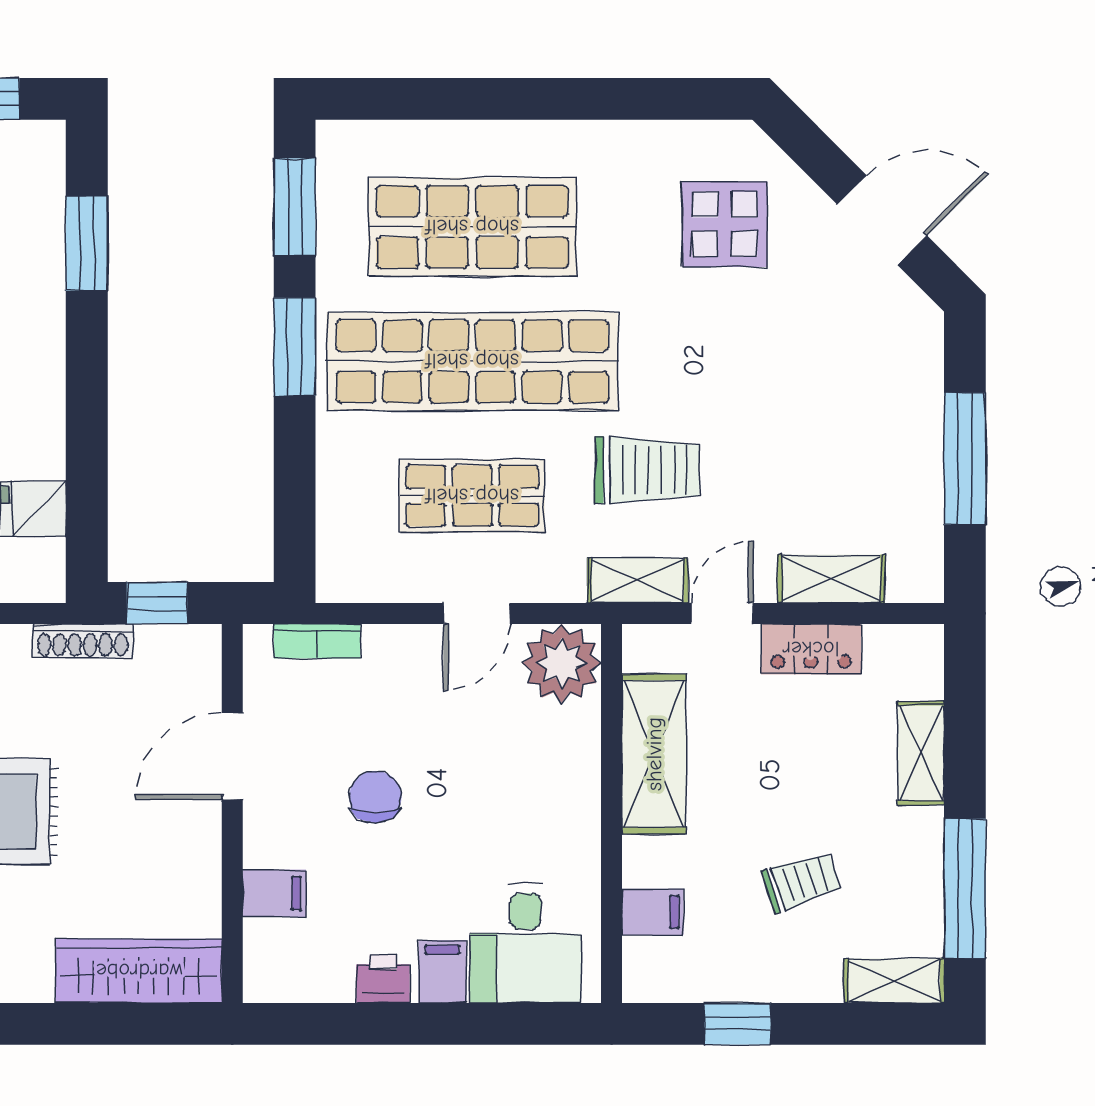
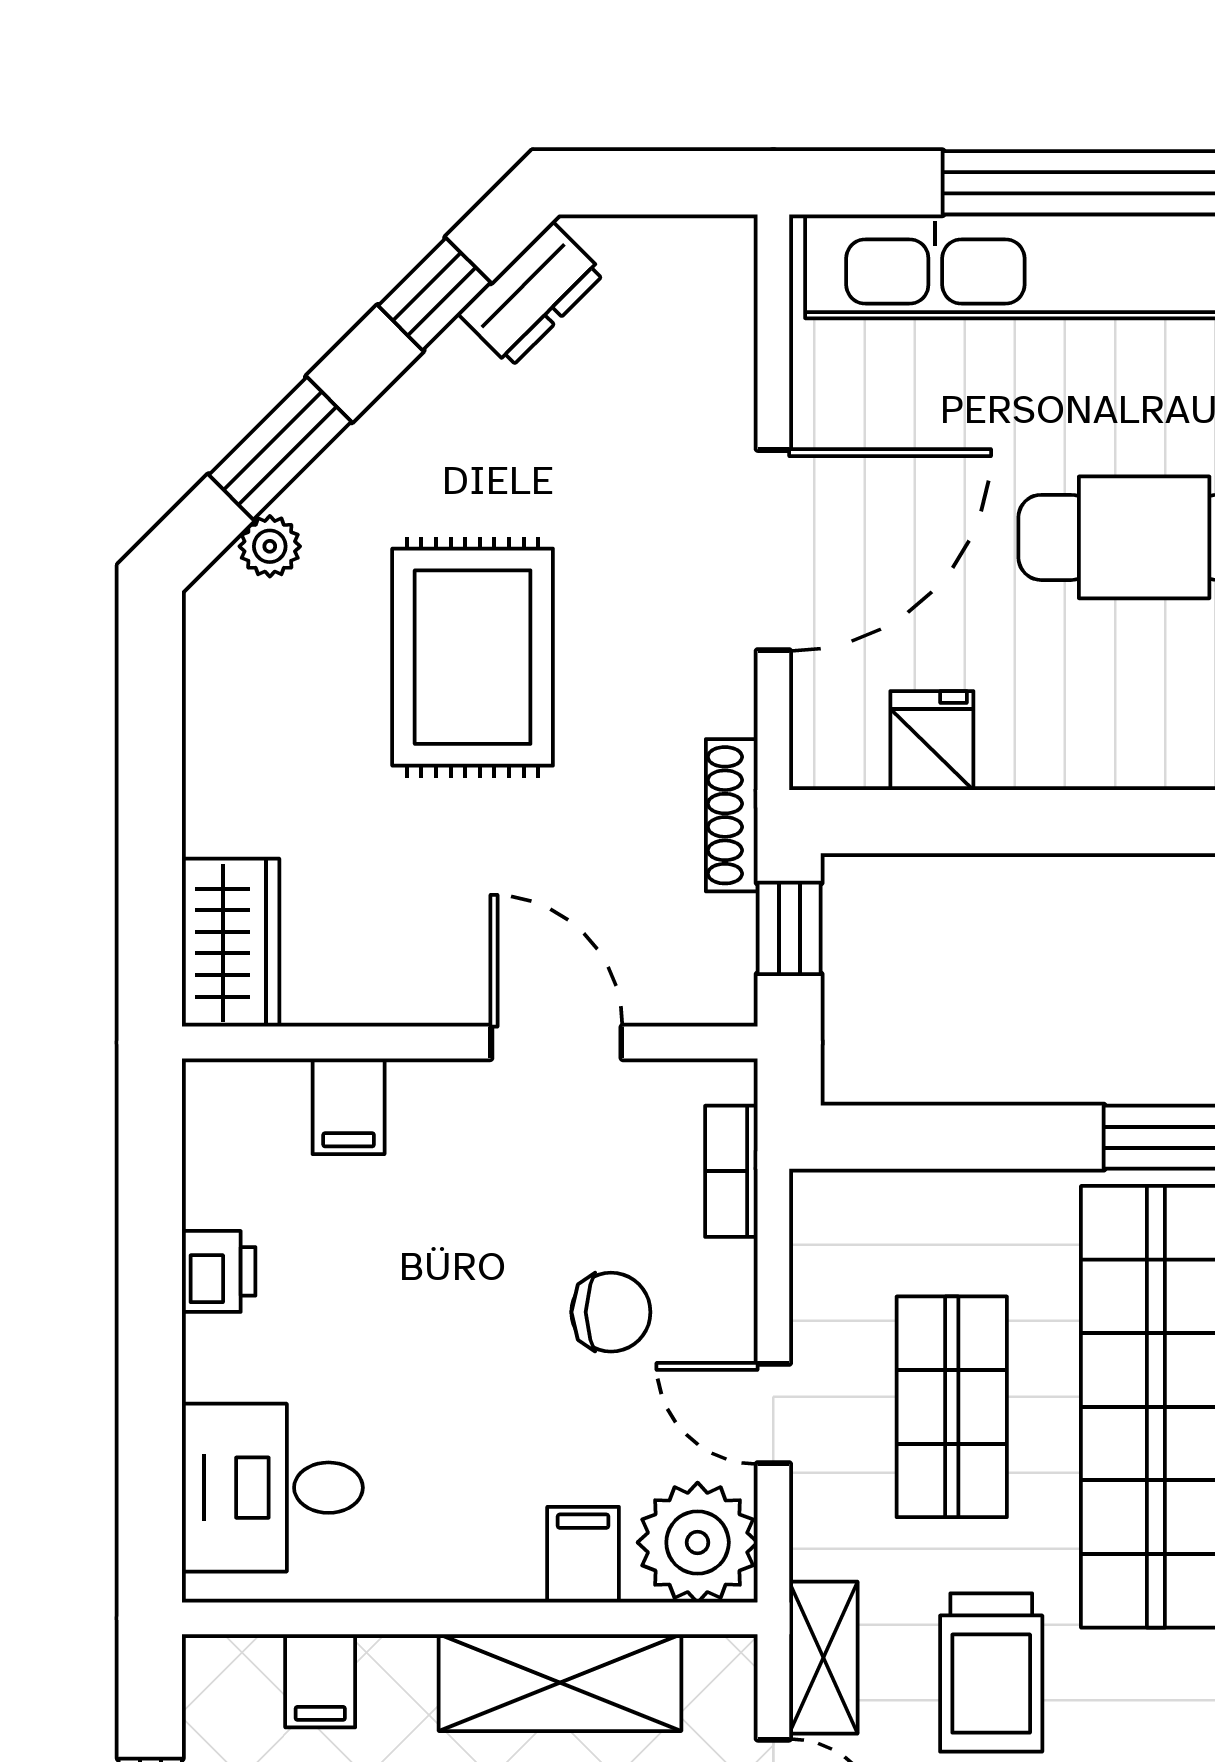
chair: (375, 797) -> (611, 1312), moved
wardrobe: (139, 971) -> (231, 943), width x0.67
filing cabinet: (442, 972) -> (583, 1555), moved, turned -90

